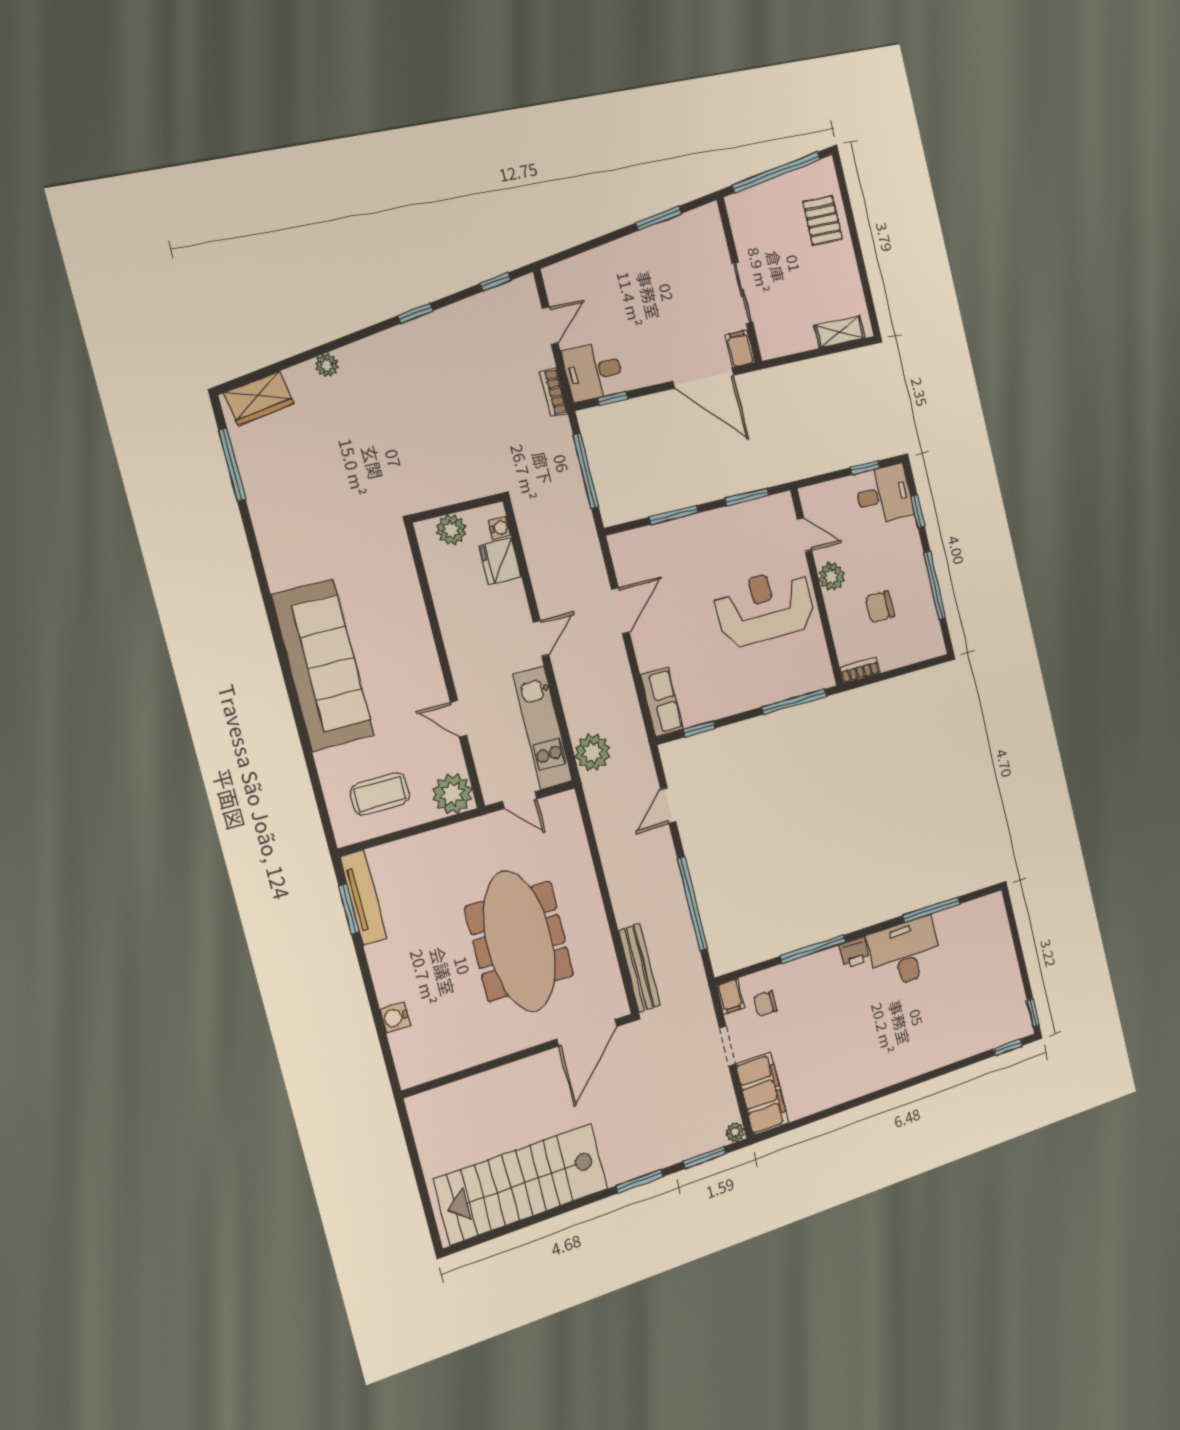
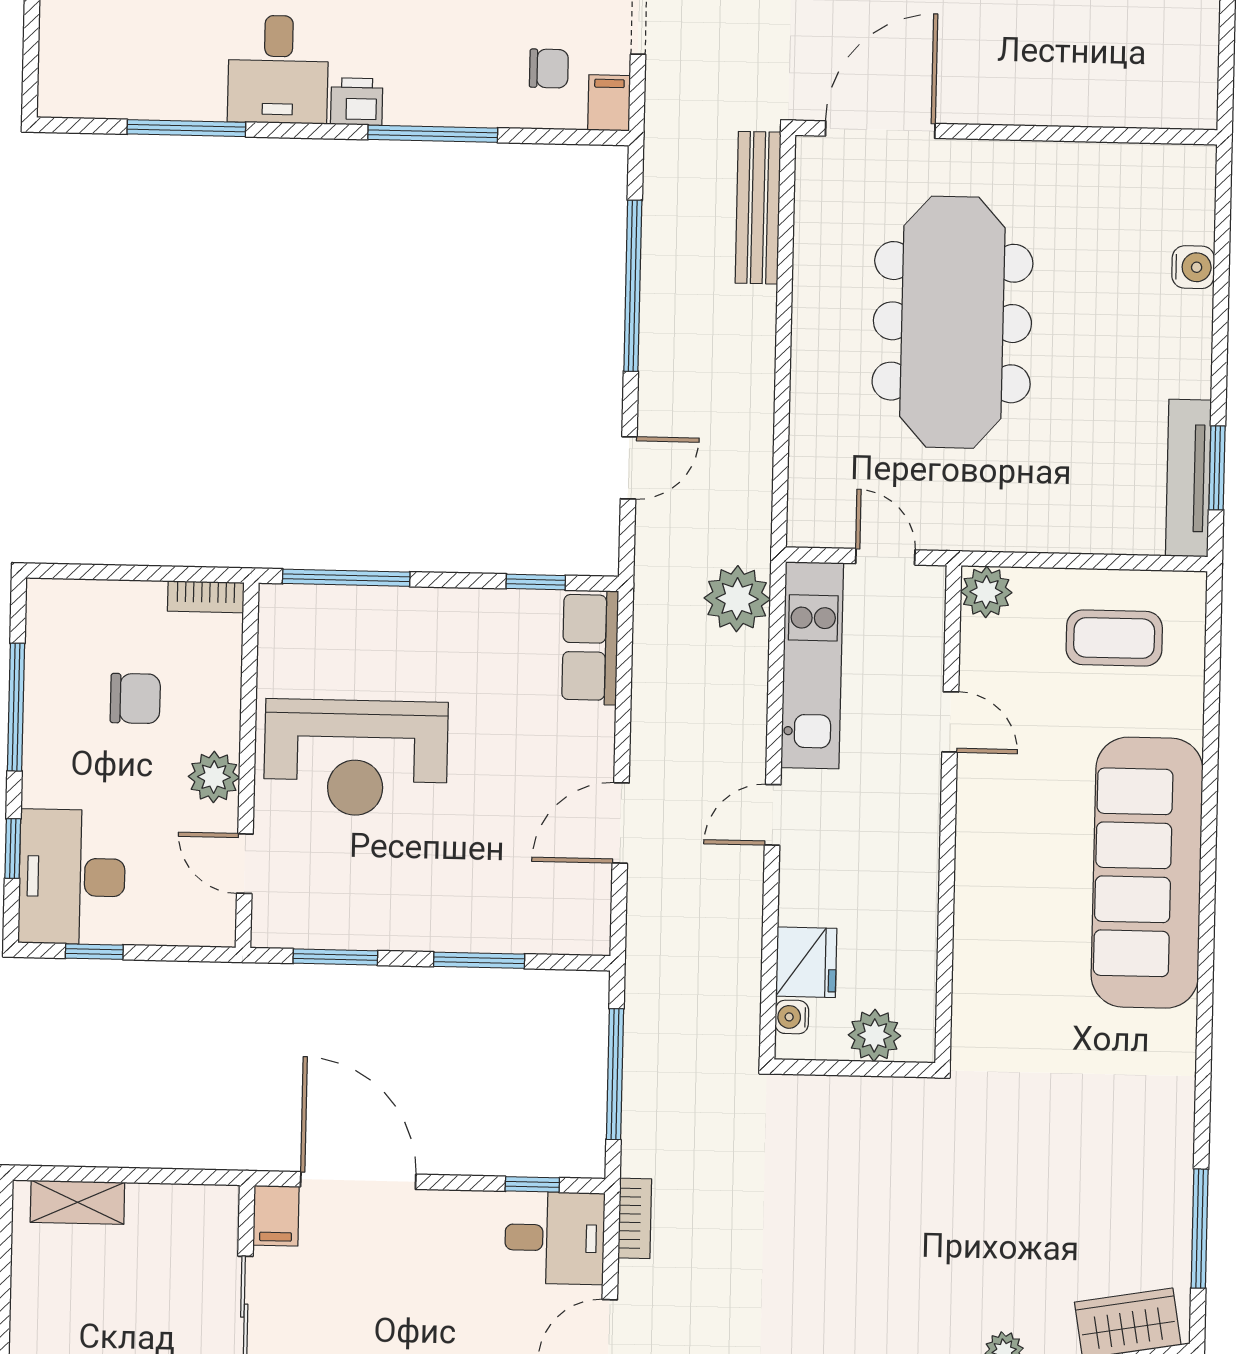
desk: (884, 495) -> (72, 877), width x1.37
plant: (452, 794) -> (986, 592), width x0.73, depth x0.73
desk: (905, 952) -> (278, 69), width x0.73

